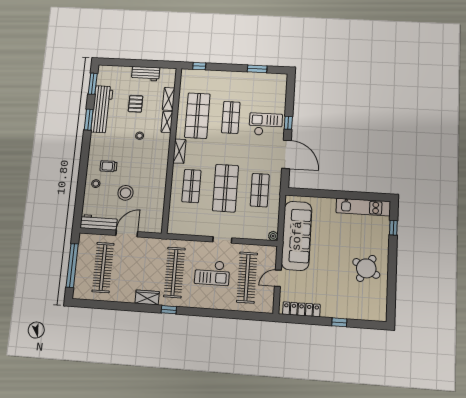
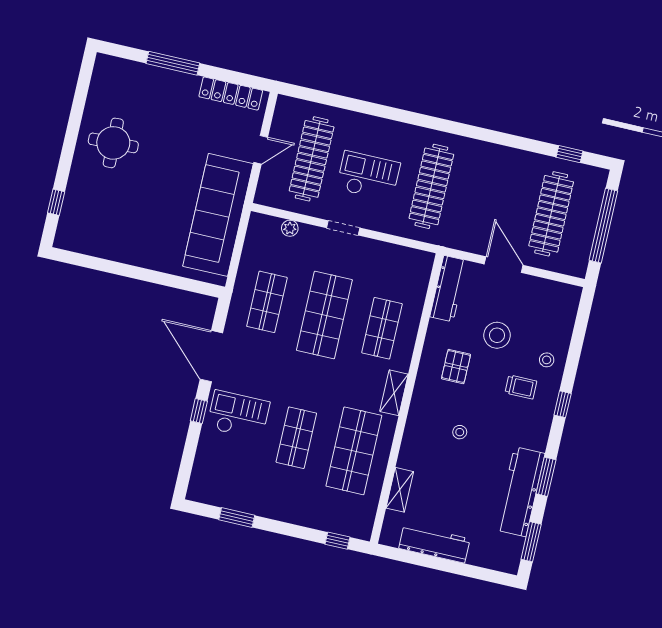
workbench: (146, 74) -> (434, 543), width x1.38
pallet: (136, 104) -> (456, 367), moved
shelving: (167, 122) -> (408, 449), removed
checkout: (266, 124) -> (238, 415), turned 180
window: (84, 161) -> (563, 404), added
kitchen unit: (363, 207) -> (99, 245), removed
workbench: (99, 222) -> (448, 289), moved, turned -90
door: (127, 234) -> (504, 265), swing flipped
plant: (273, 236) -> (290, 228), moved
round table: (366, 268) -> (113, 143), turned -32
wardrobe: (147, 297) -> (483, 152), removed
window: (169, 310) -> (569, 154), moved
window: (339, 322) -> (173, 63), width x2.17

